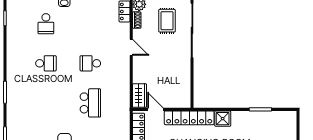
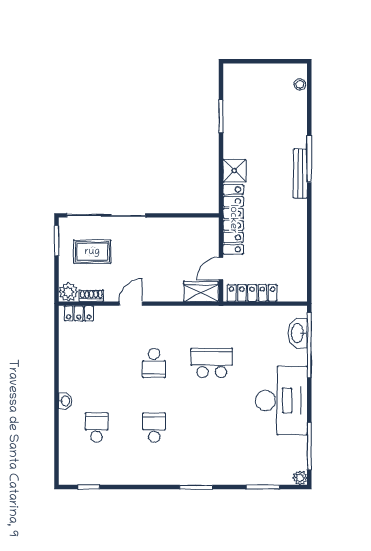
school desk: (46, 24) -> (97, 428), turned -90

